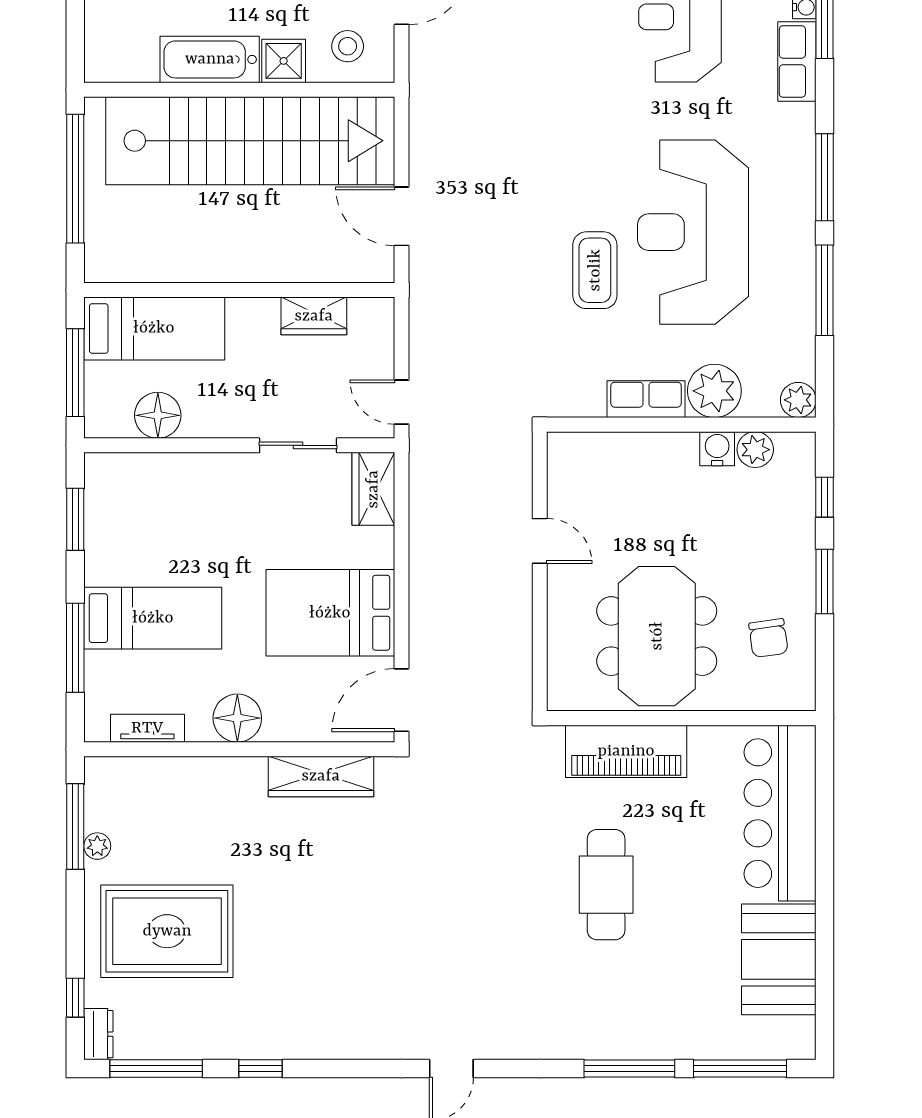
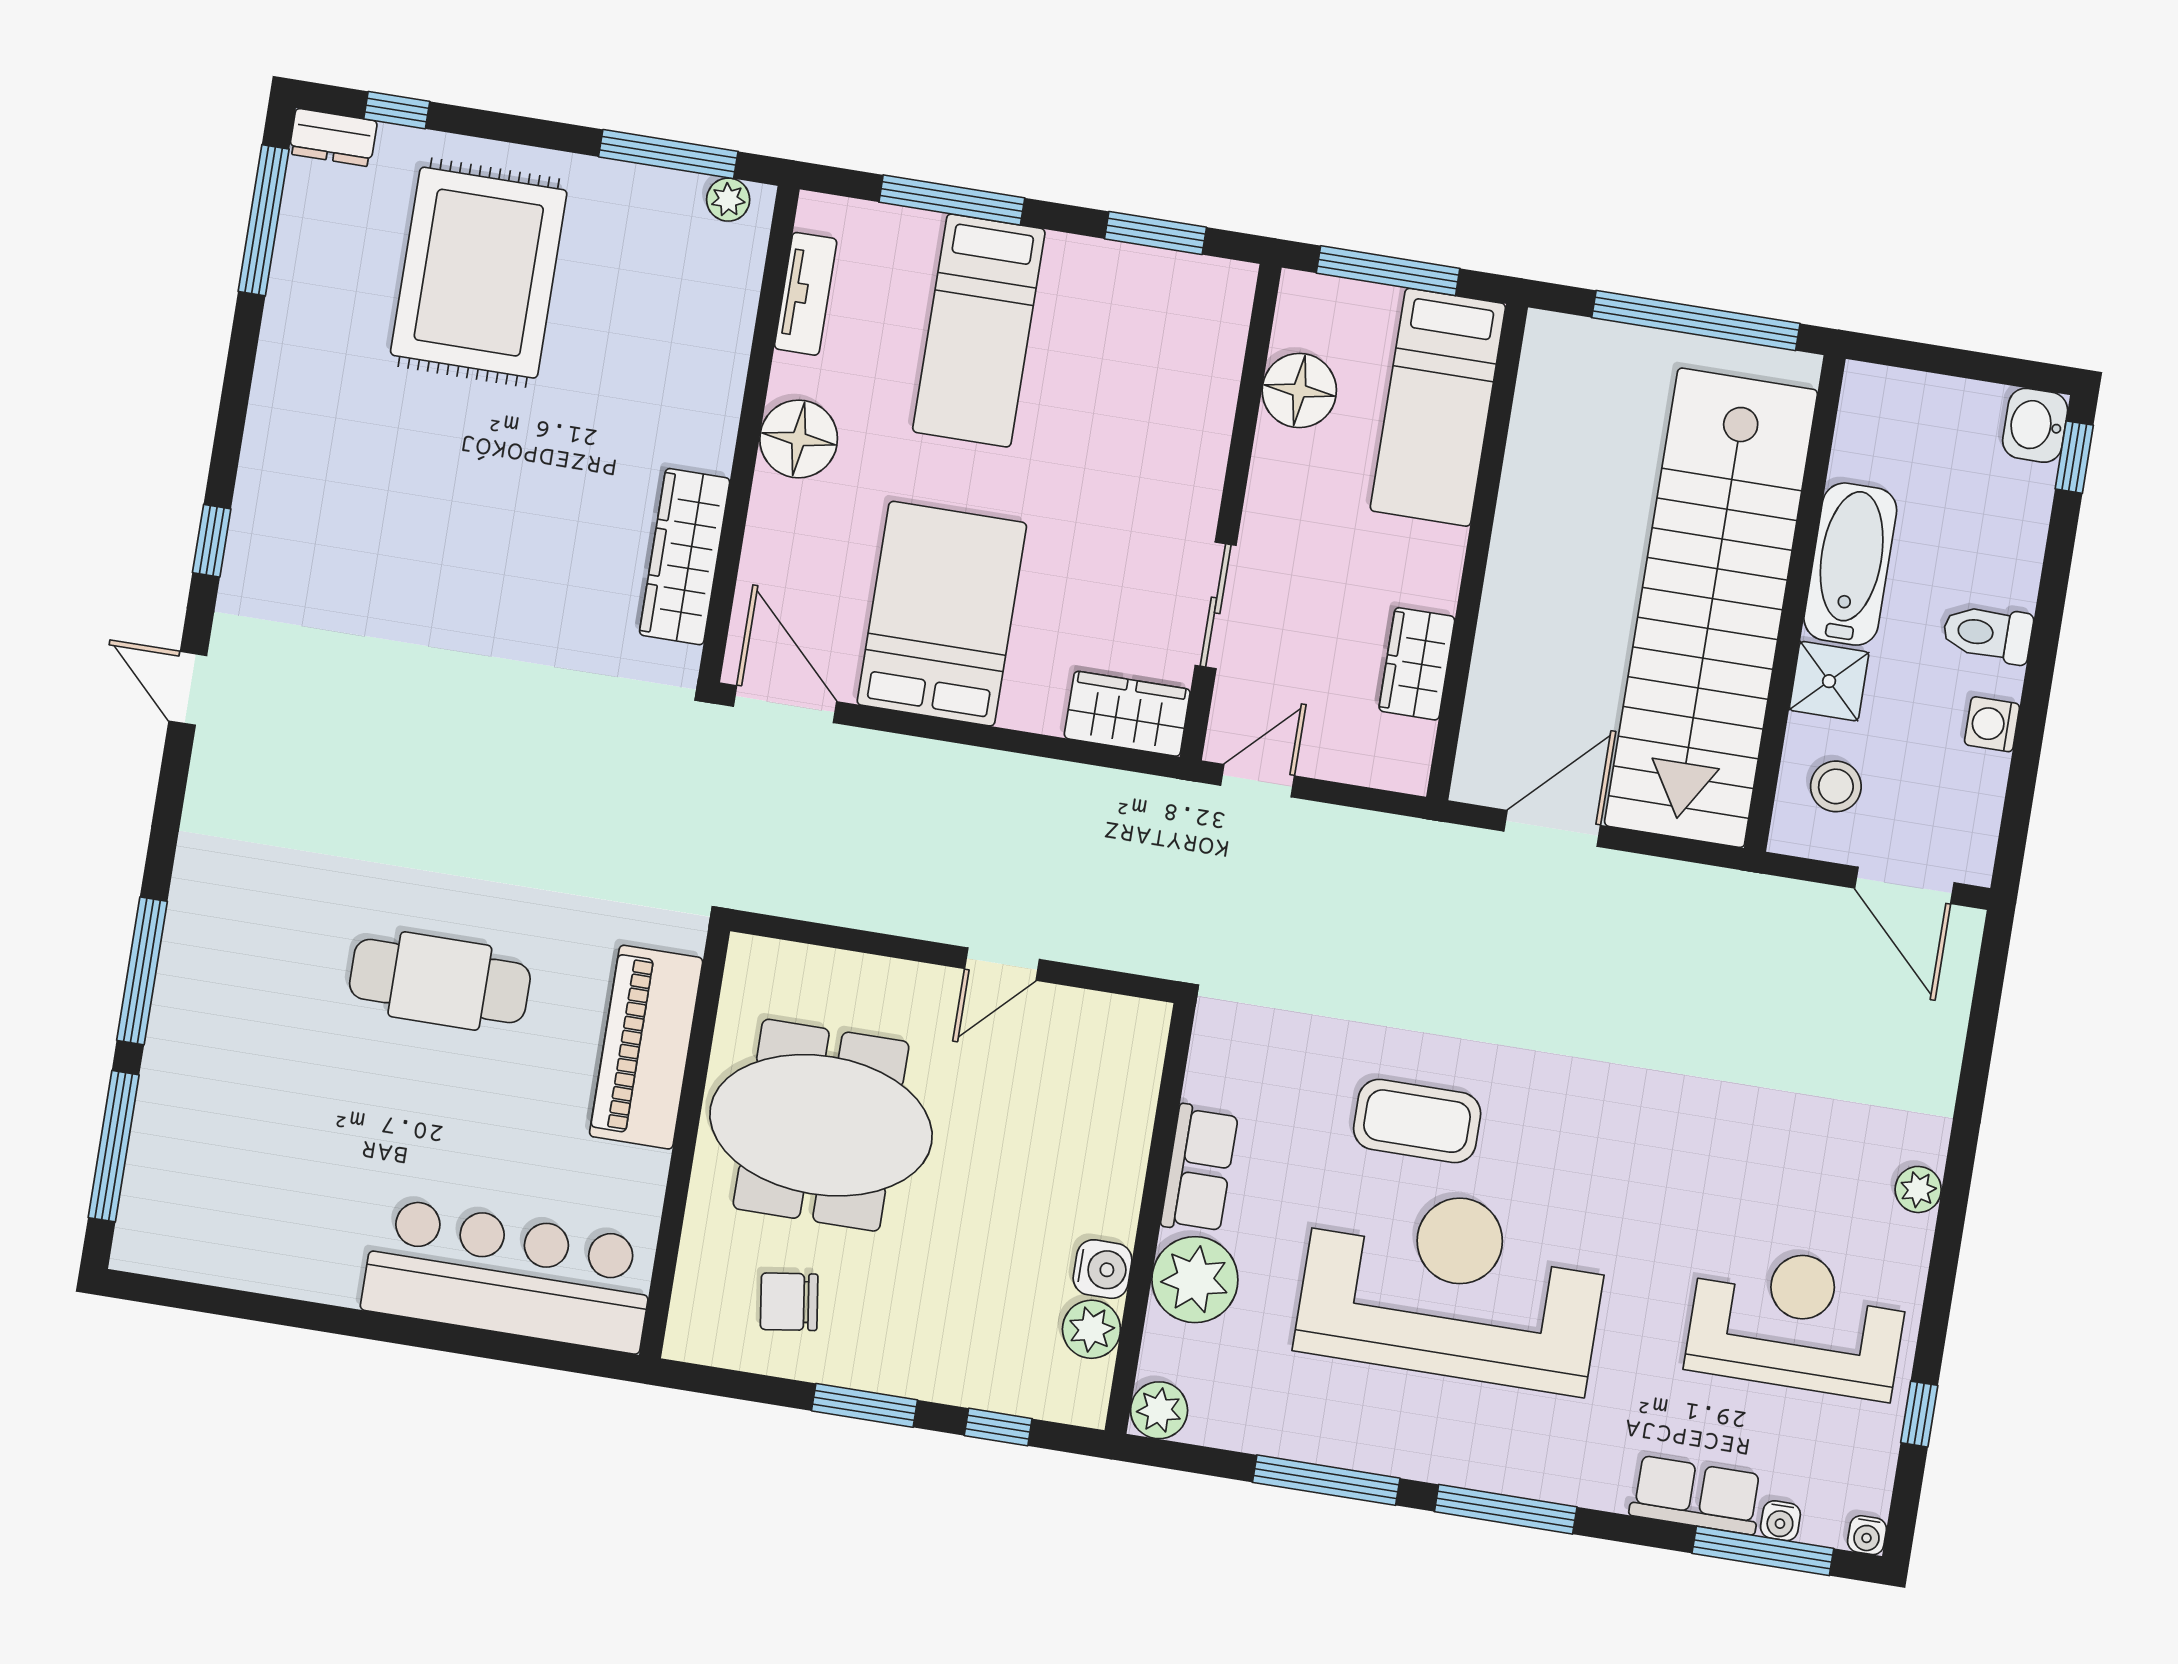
plant: (97, 846) -> (728, 200), moved
booth: (779, 959) -> (277, 1236), removed
window: (261, 1069) -> (212, 541), moved

